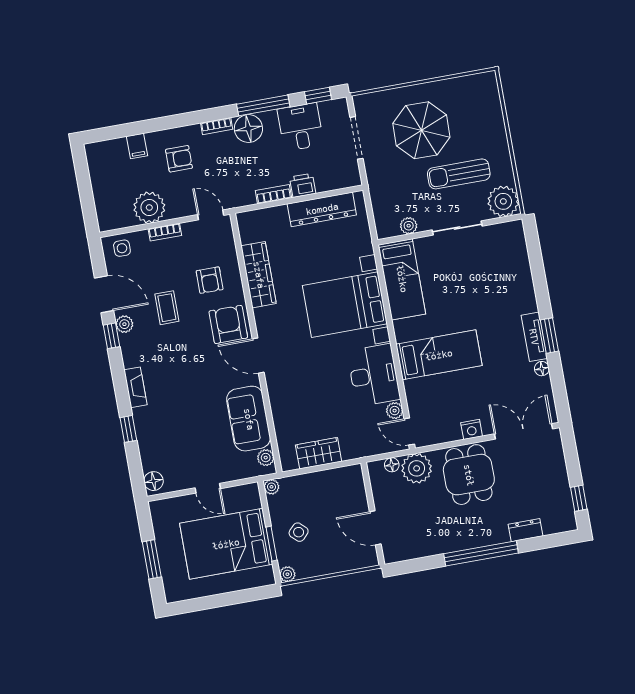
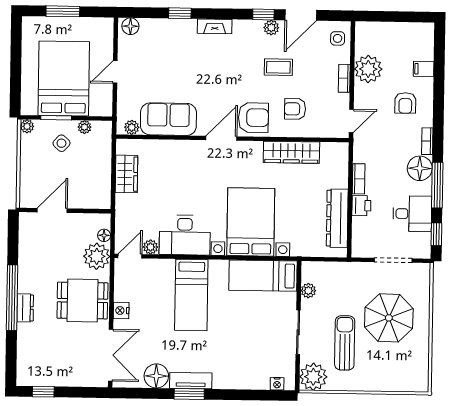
nightstand: (519, 240) -> (277, 384), added
floor lamp: (542, 369) -> (156, 376), width x1.89, depth x1.89
plant: (271, 487) -> (85, 127), moved
dresser: (526, 530) -> (25, 308), moved

